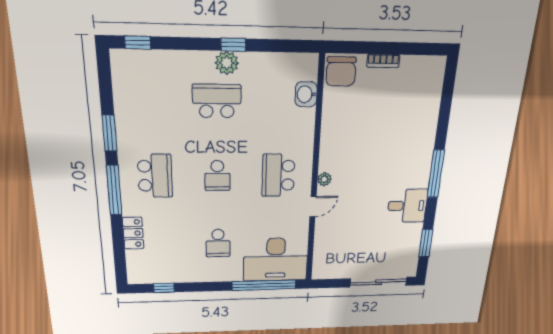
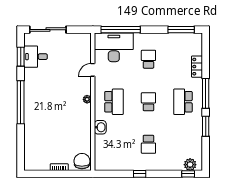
plant: (227, 63) -> (190, 165), moved
washbasin: (306, 94) -> (100, 127), moved
school desk: (217, 101) -> (148, 144), width x0.54
window: (436, 174) -> (21, 102), width x1.46
desk: (407, 206) -> (36, 57), moved
door: (313, 207) -> (93, 70), moved
window: (164, 288) -> (181, 30), width x2.17

